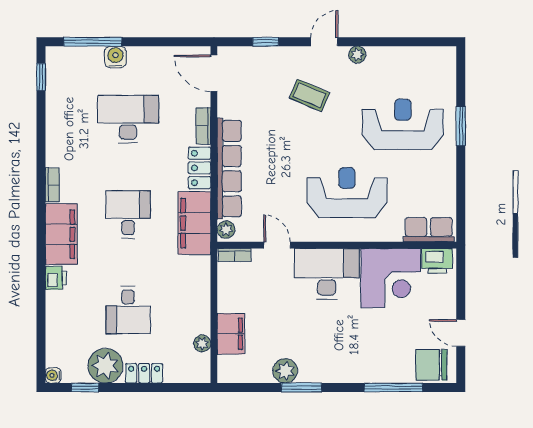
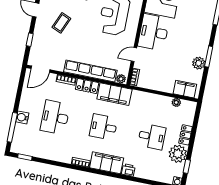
filing cabinet: (231, 334) -> (185, 89), moved

